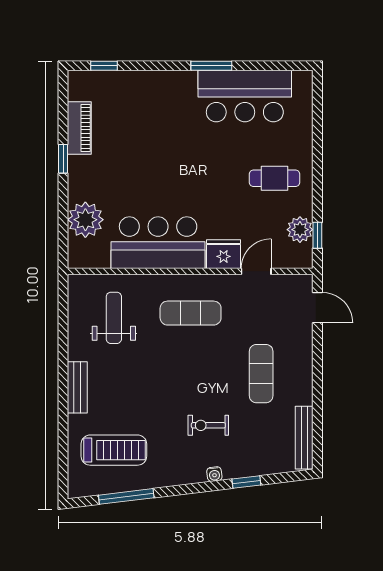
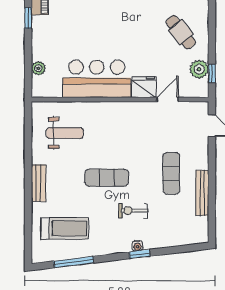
cafe table: (274, 178) -> (181, 32), turned 52
plant: (85, 220) -> (38, 68), width x0.53, depth x0.53
exercise mat: (191, 313) -> (107, 178), moved
weight bench: (114, 318) -> (65, 133), turned 90
bench: (304, 438) -> (202, 193), moved
window: (246, 482) -> (140, 254), moved

